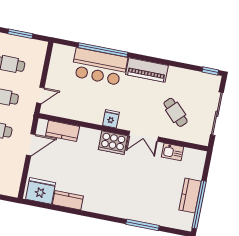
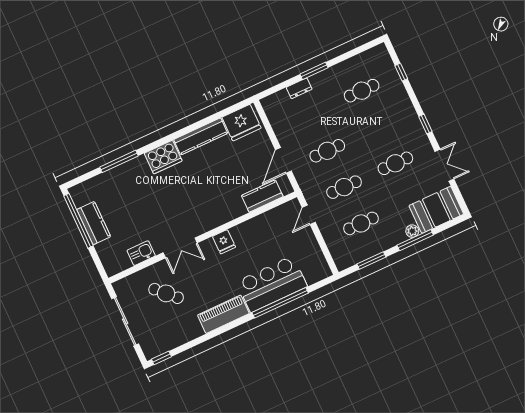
double door: (144, 136) -> (180, 248), swing flipped
cooker: (113, 143) -> (163, 157), moved, turned 180
kitchen counter: (68, 200) -> (201, 136), width x1.50

